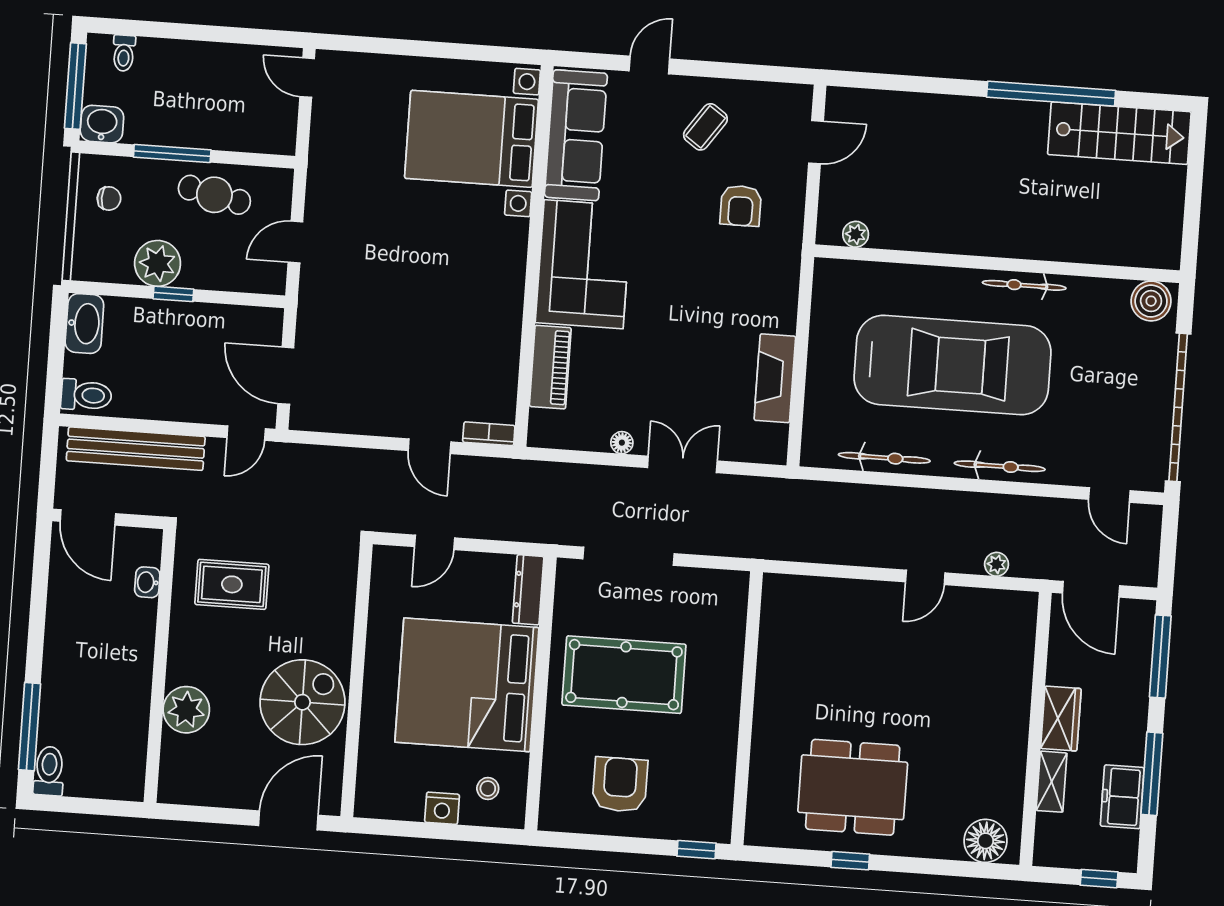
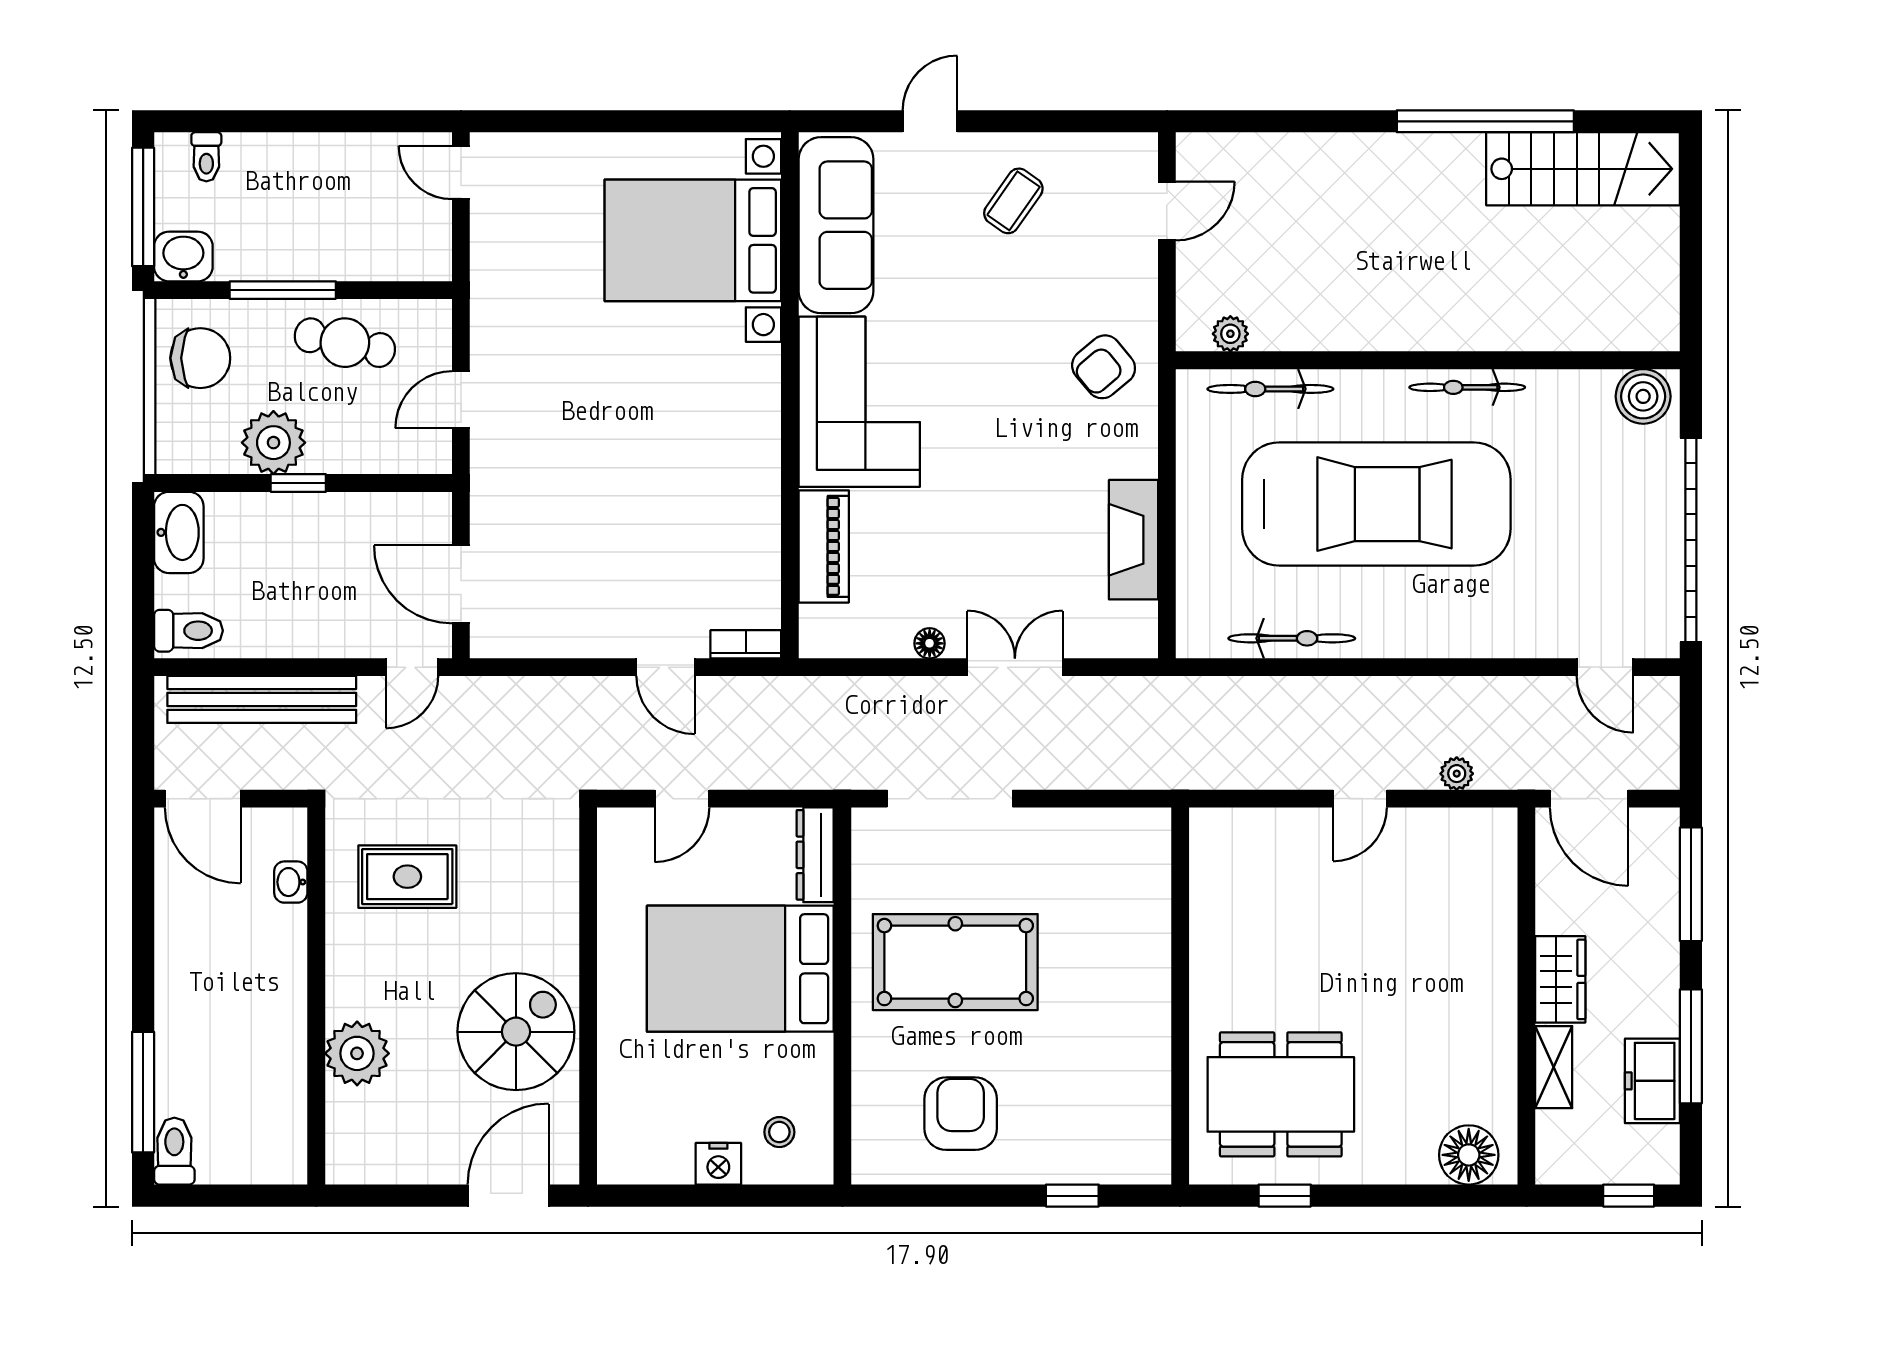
chair: (109, 198) -> (200, 358), width x1.87, depth x1.87
armchair: (741, 206) -> (1104, 367), moved, turned 50
bicycle: (1000, 466) -> (1270, 389), moved, turned 180
bed: (467, 685) -> (740, 969), width x0.73
wall: (747, 708) -> (1180, 996), moved

